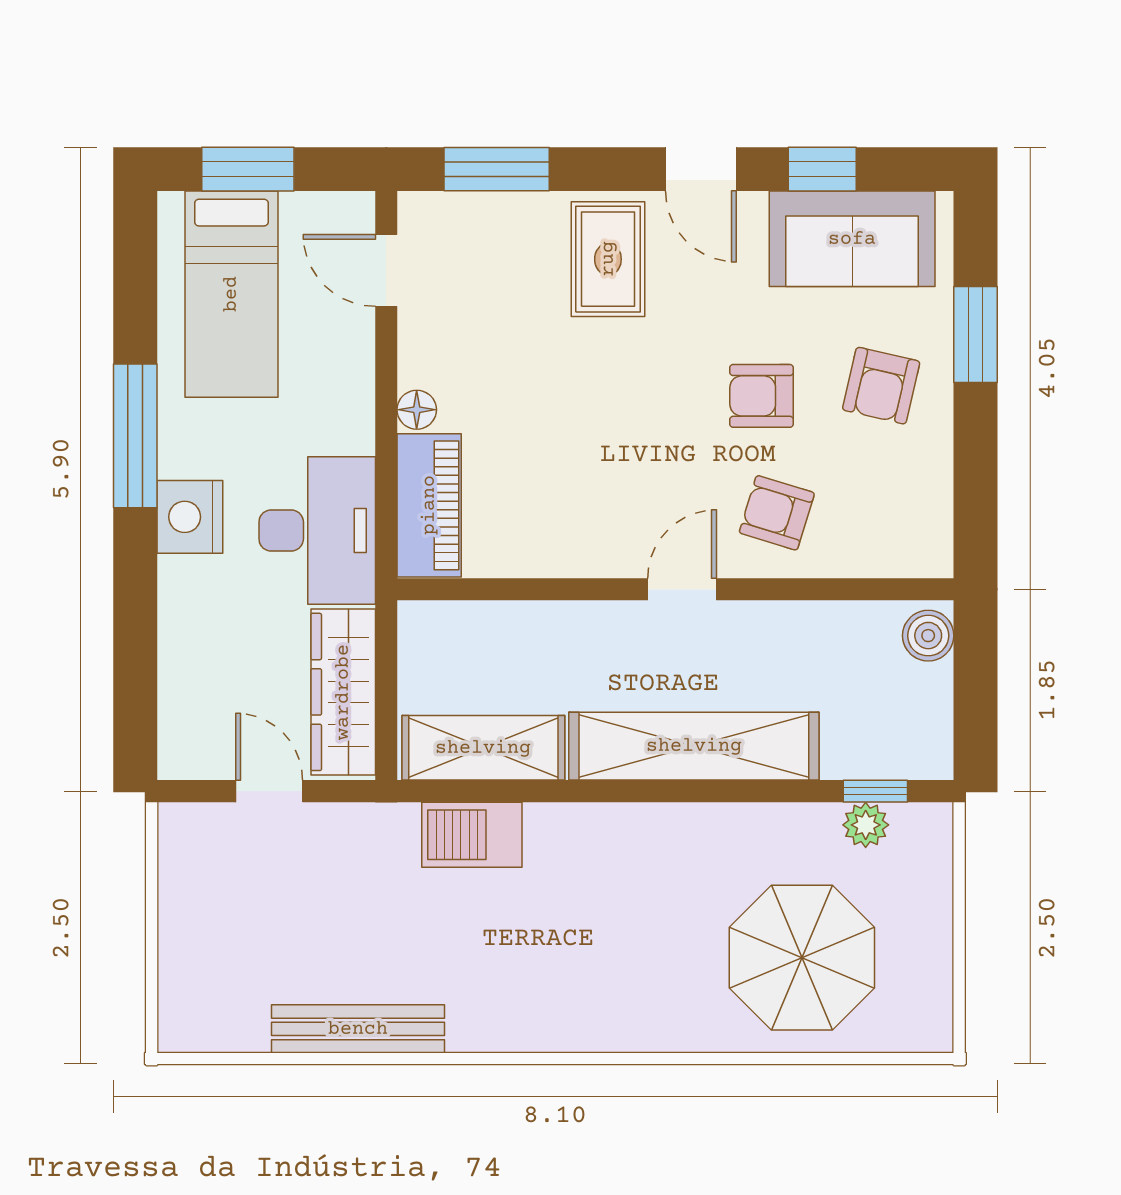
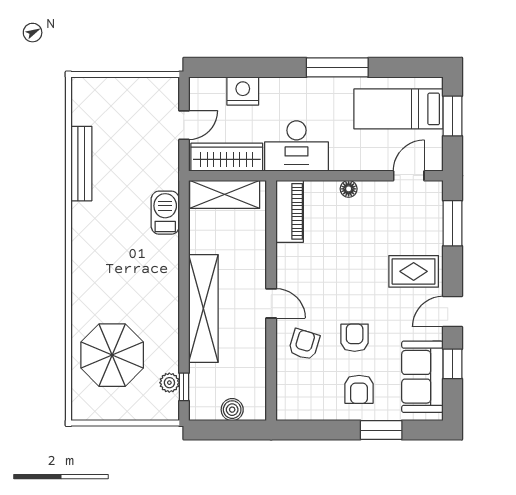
armchair: (881, 386) -> (359, 389), turned -103
piano: (429, 505) -> (290, 211), moved, turned -90
nightstand: (190, 517) -> (243, 91), moved
boiler: (928, 636) -> (232, 410), moved
shelving: (483, 748) -> (225, 194), moved, turned 90

